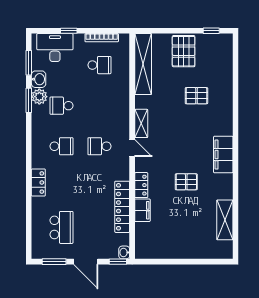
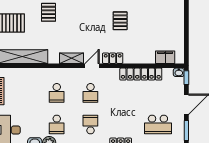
school desk: (99, 65) -> (57, 93), moved, turned 180
locker: (141, 185) -> (113, 58), moved
filing cabinet: (142, 210) -> (165, 57), moved
school desk: (61, 227) -> (158, 125), turned 180

